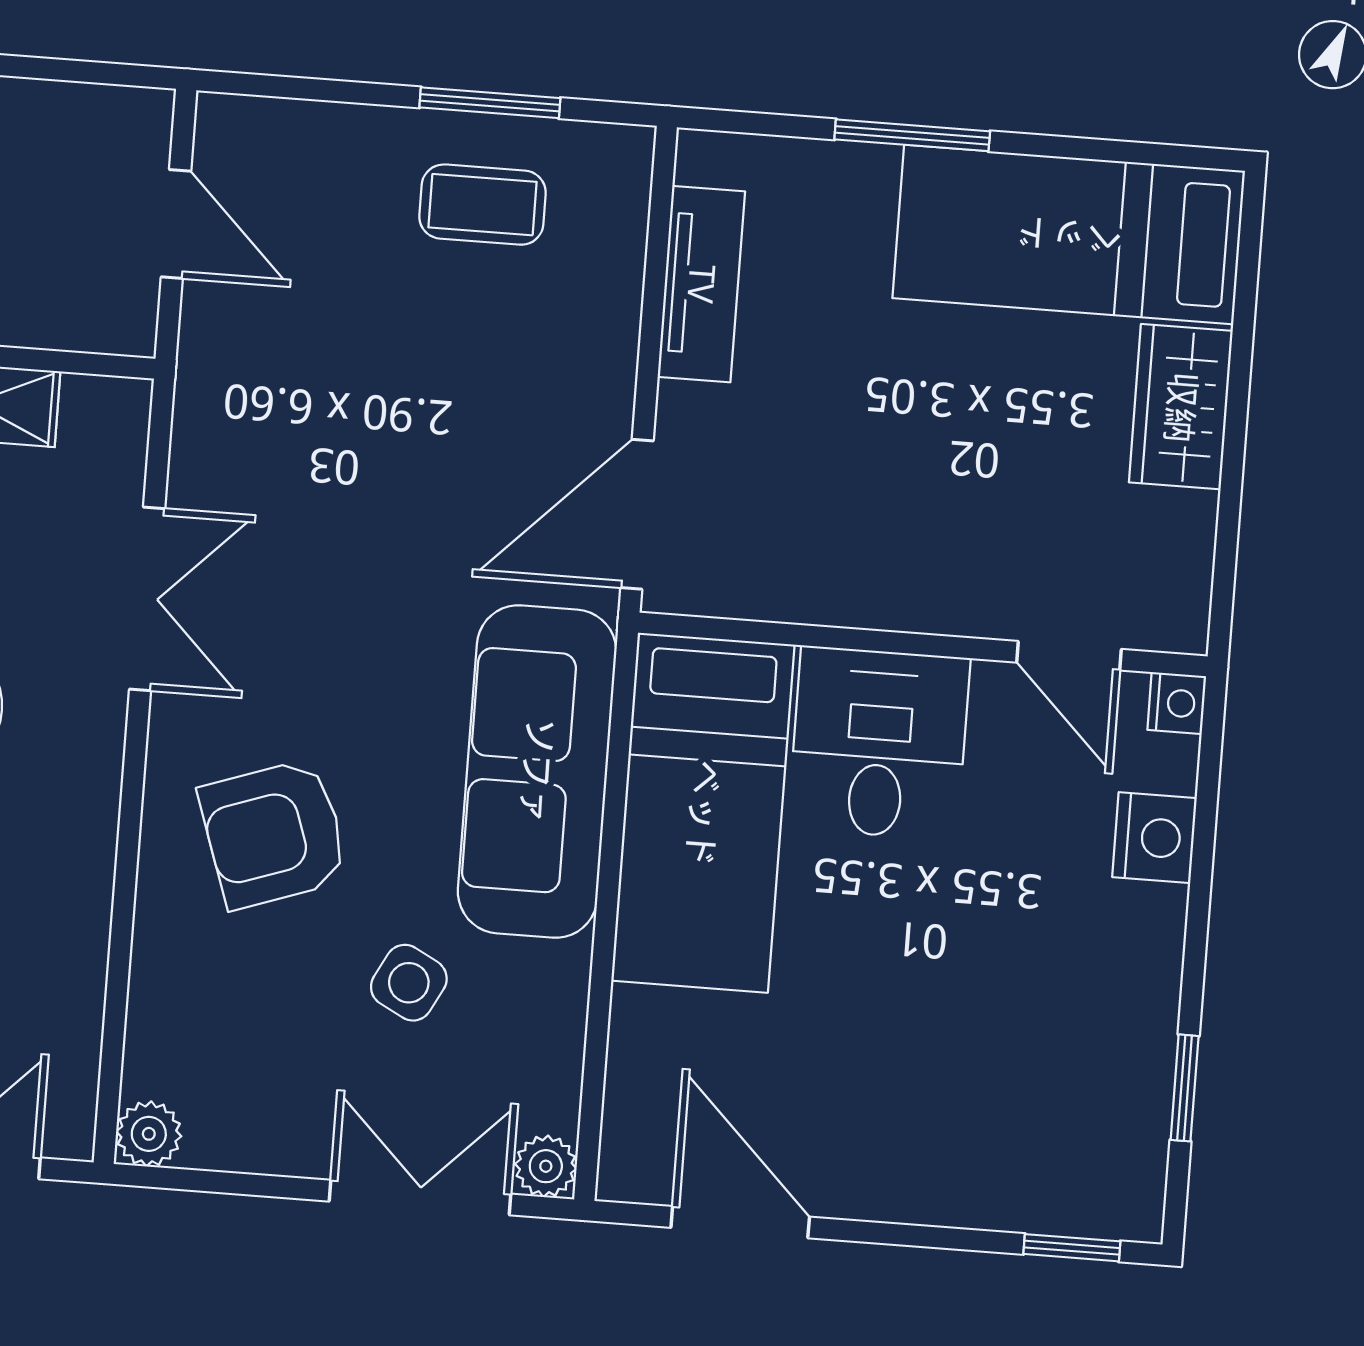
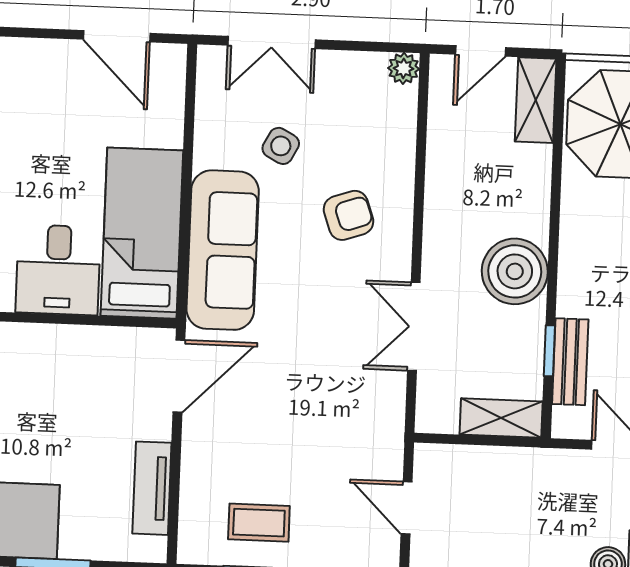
armchair: (274, 834) -> (348, 215), width x0.72, depth x0.72
plant: (546, 1166) -> (211, 60), removed

